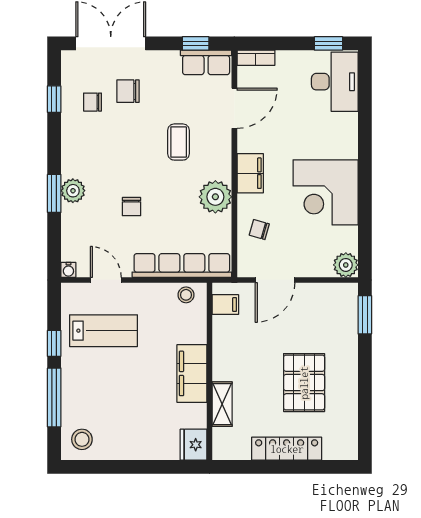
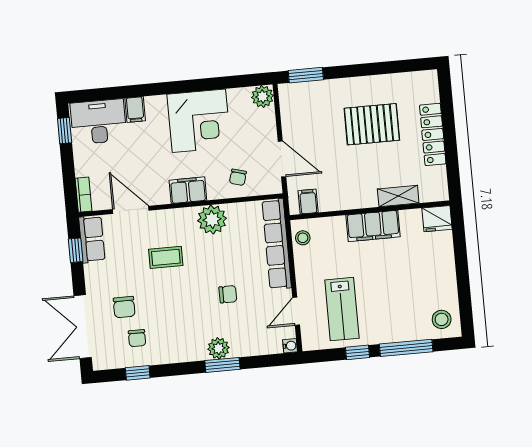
filing cabinet: (344, 123) -> (135, 110), added
lab bench: (104, 331) -> (342, 309), turned 180

